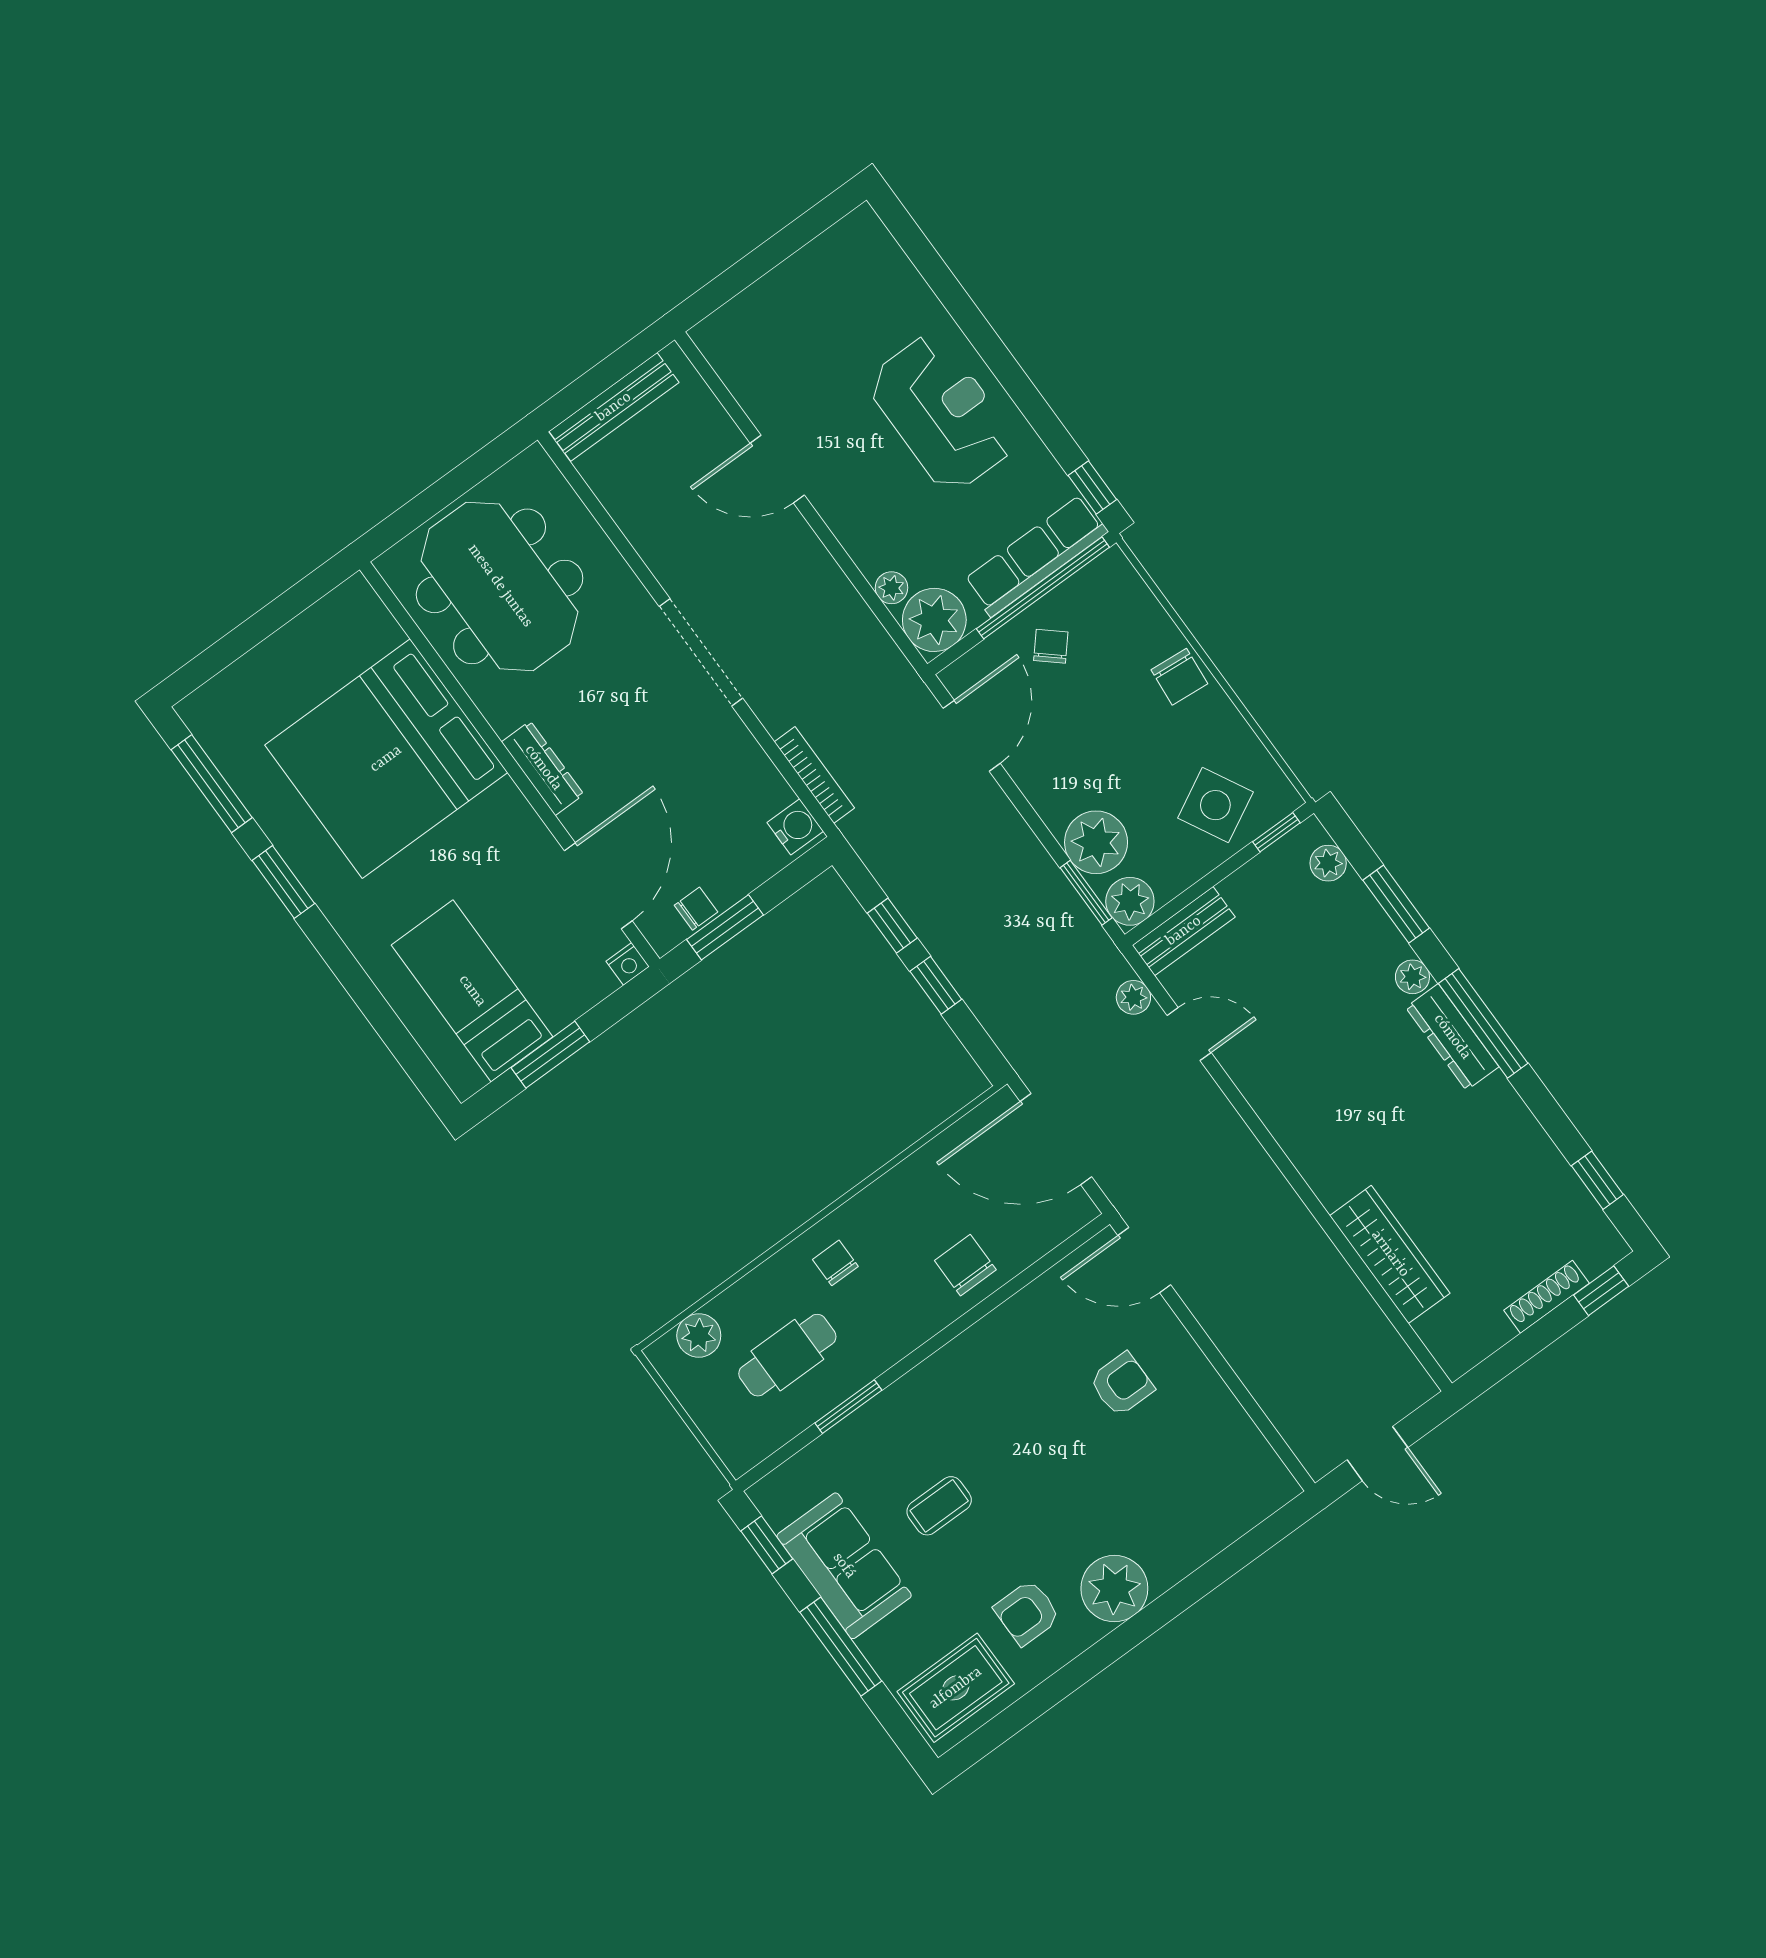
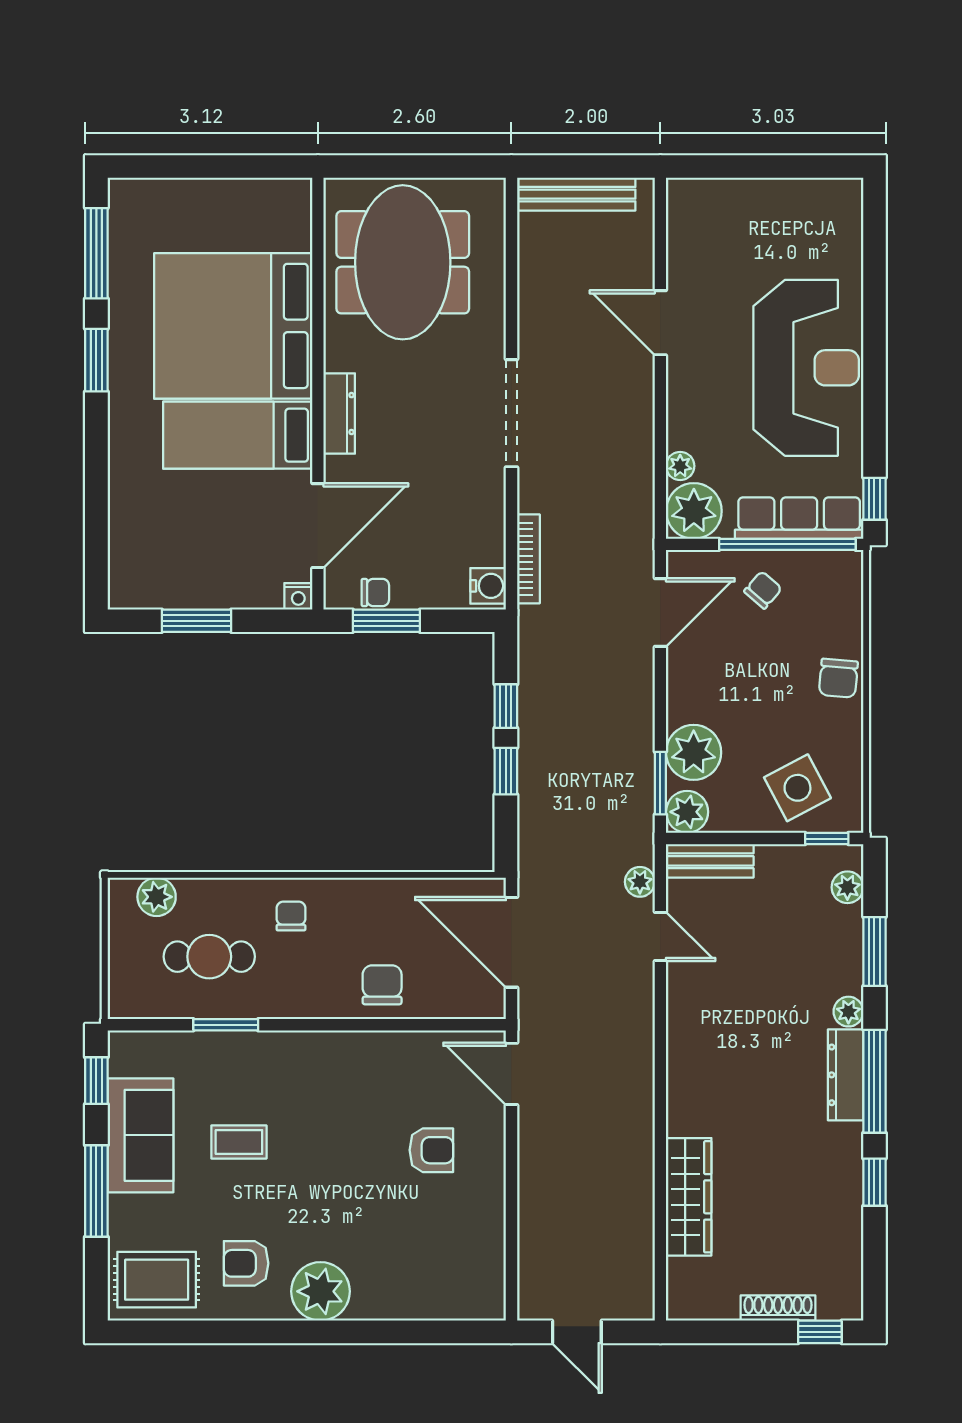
reception desk: (942, 413) -> (806, 368), width x1.36, depth x1.30
bed: (472, 991) -> (238, 435), moved, turned -90
window: (1597, 1180) -> (874, 1182), moved

